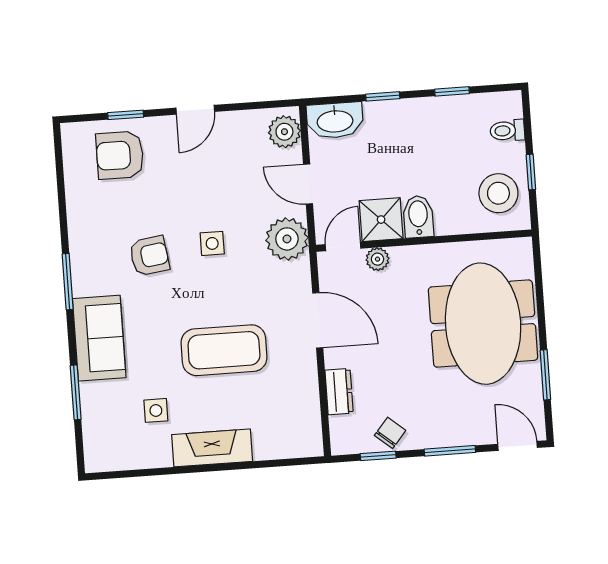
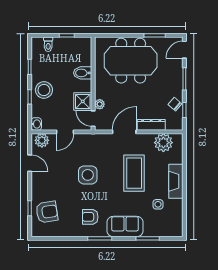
door: (195, 110) -> (30, 163), moved
washbasin: (335, 120) -> (36, 124), width x0.52, depth x0.69
armchair: (120, 155) -> (47, 212), turned -99
stool: (498, 193) -> (44, 90), moved
bidet: (418, 217) -> (83, 73), moved
plant: (287, 239) -> (163, 143), moved
side table: (212, 243) -> (88, 175), width x1.87, depth x1.87
armchair: (149, 256) -> (90, 217), moved, turned -82
dresser: (339, 392) -> (151, 125), width x1.44

